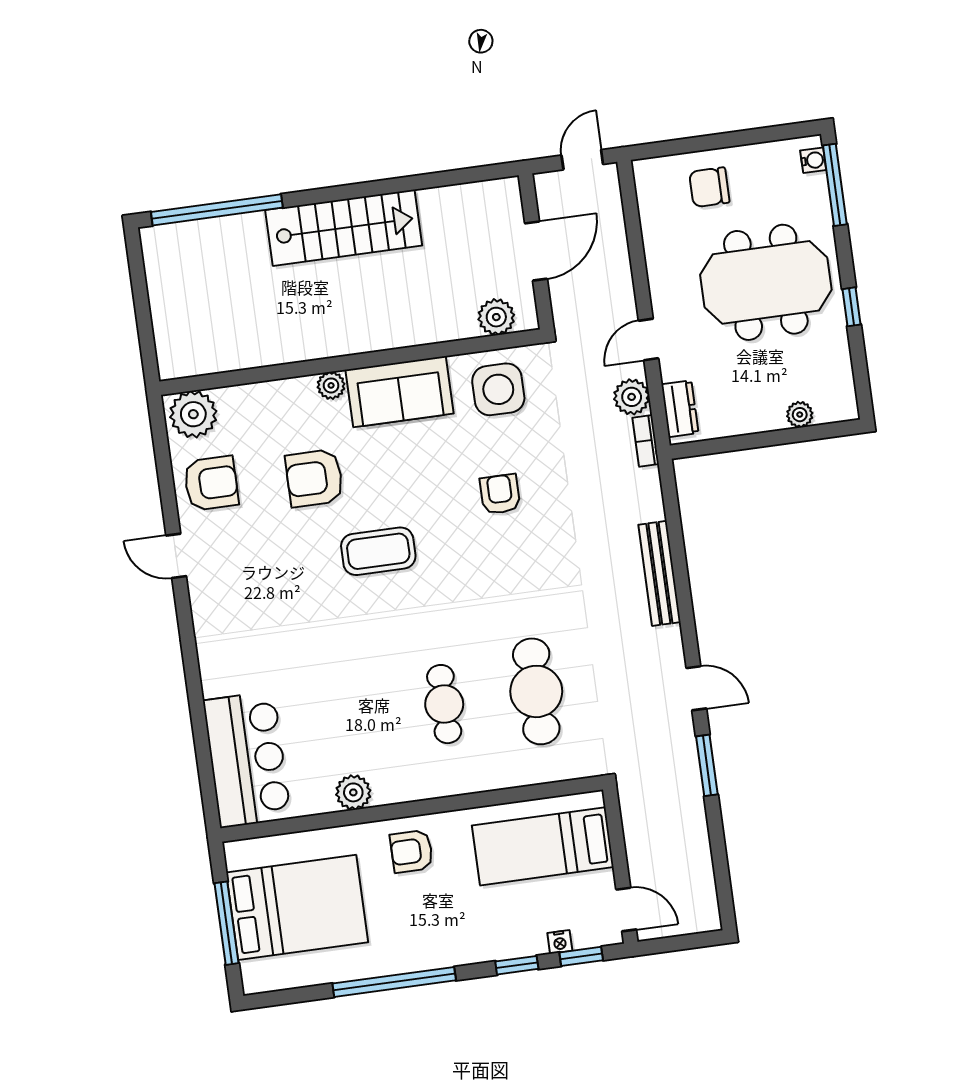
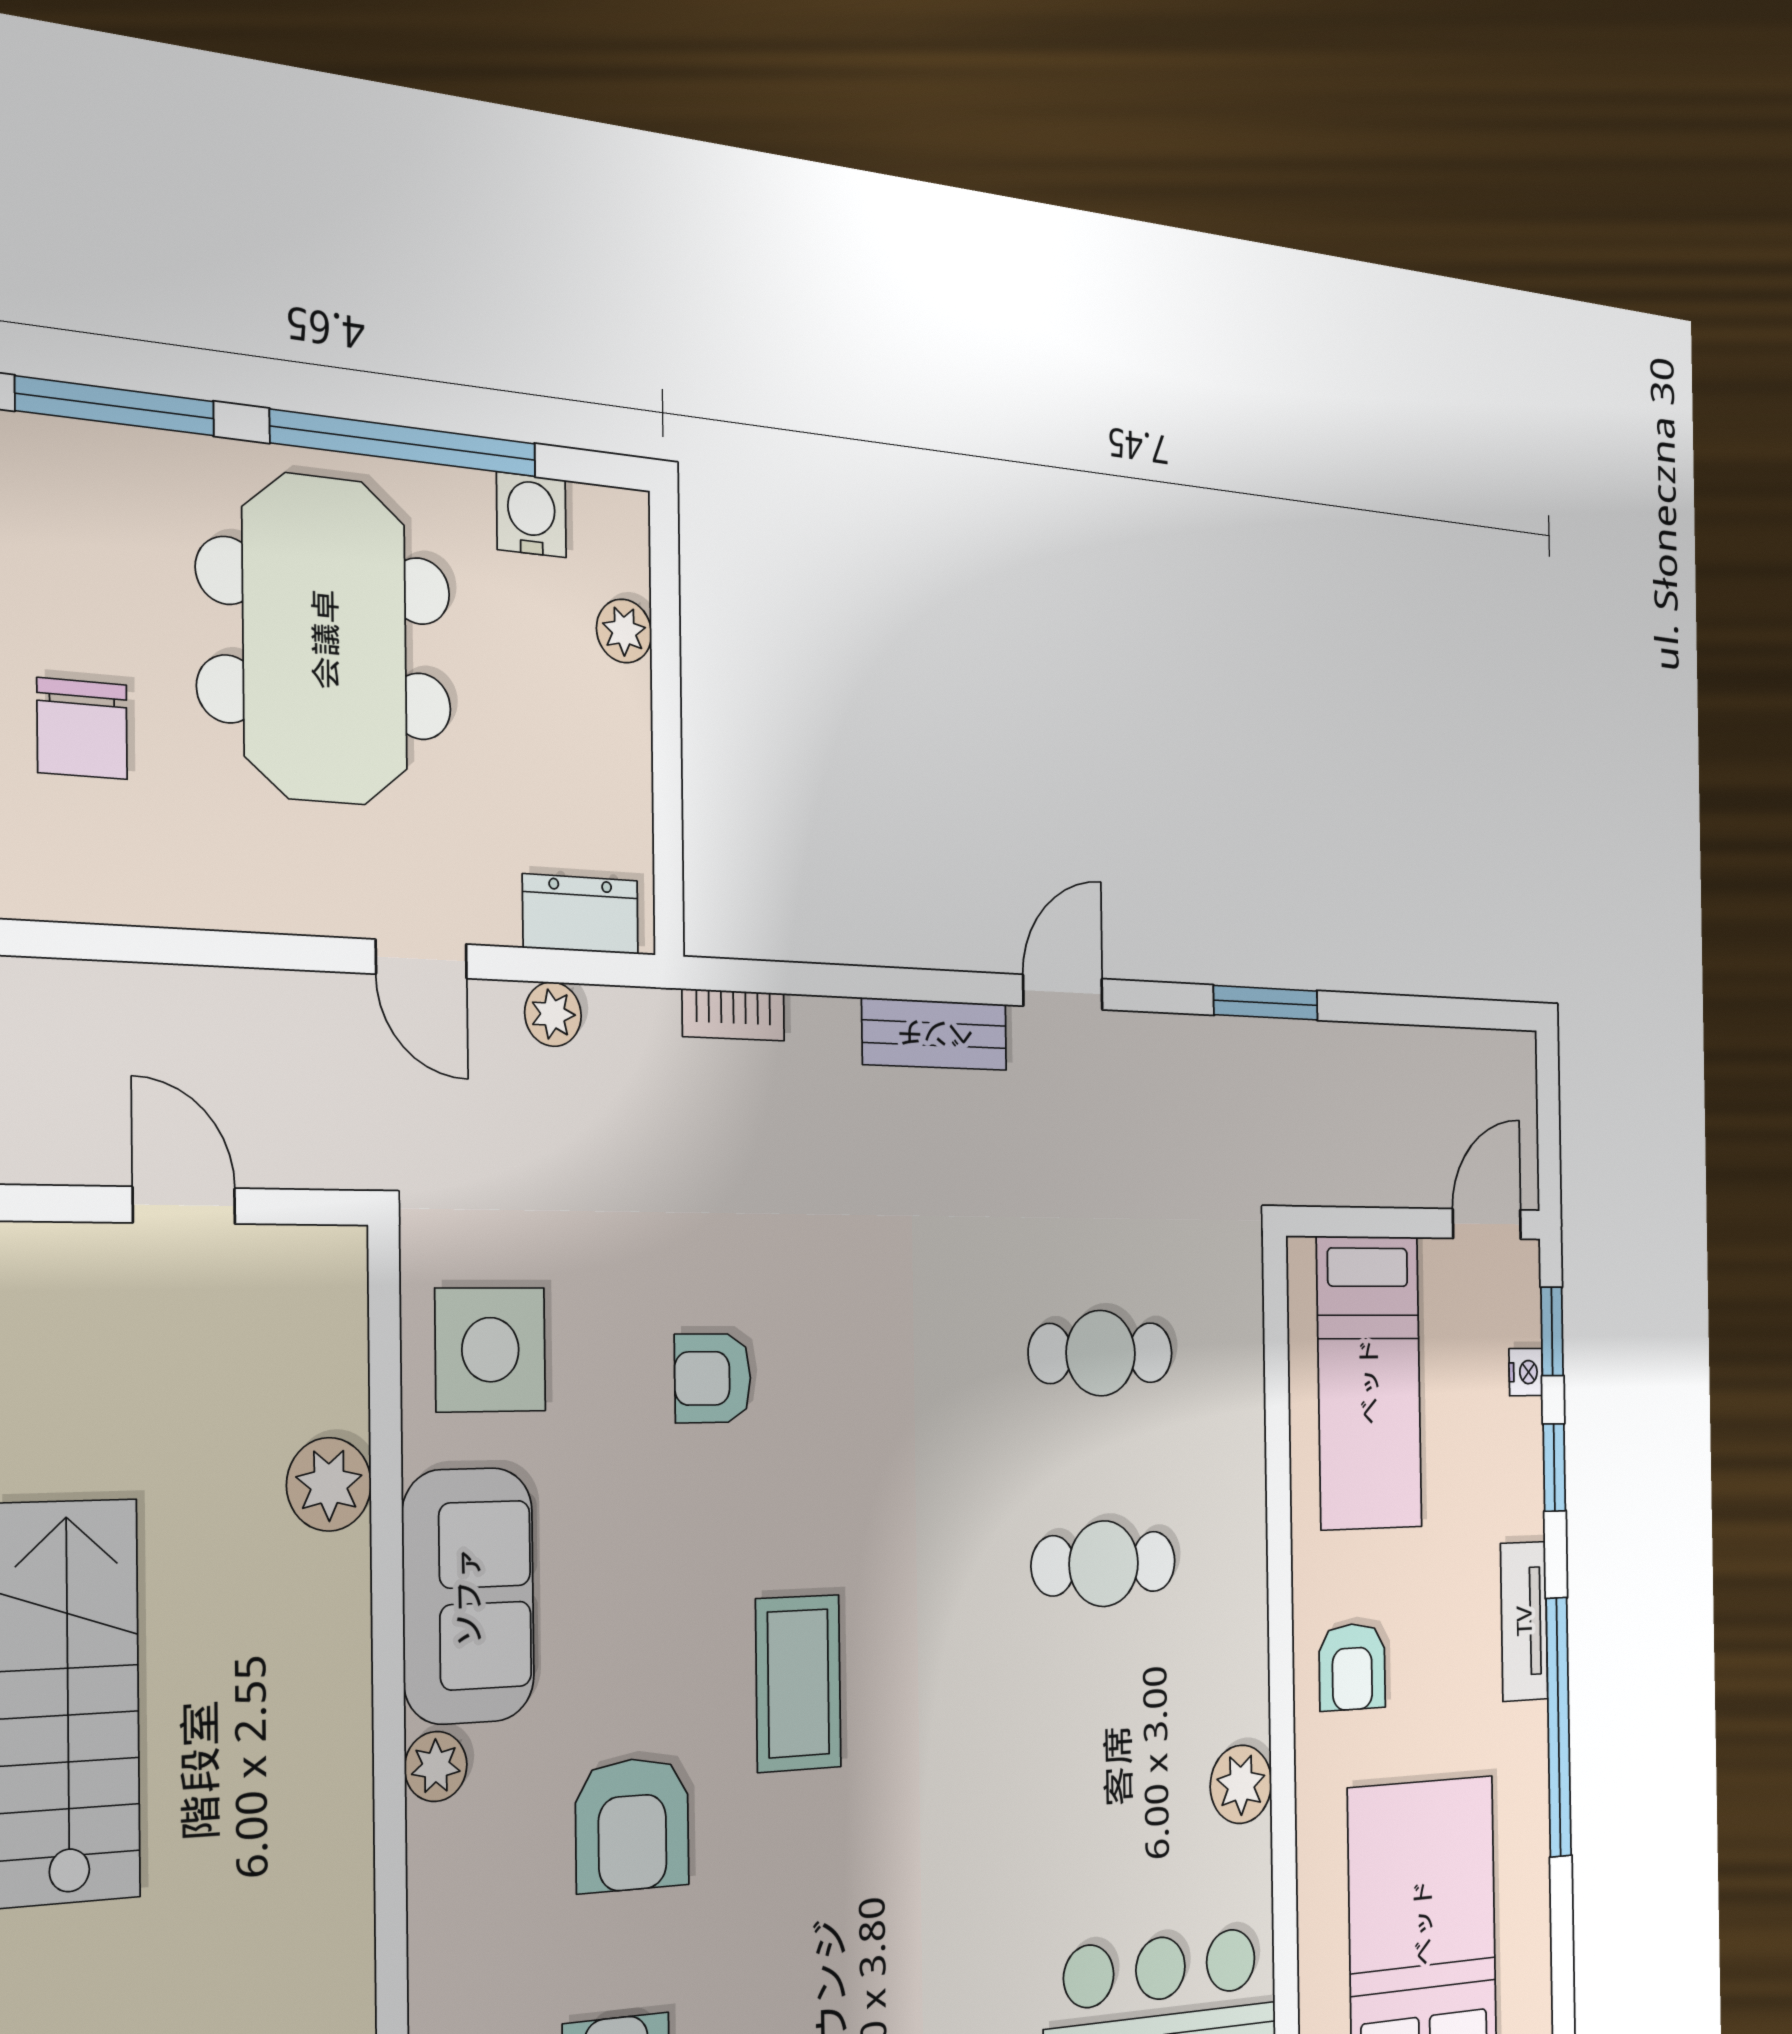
water cooler: (813, 160) -> (531, 515), moved, width x1.38, depth x1.38
door: (536, 251) -> (184, 1205), width x0.73
window: (852, 307) -> (405, 443), width x3.17
plant: (496, 317) -> (329, 1484), moved
plant: (632, 397) -> (553, 1014), width x0.73, depth x0.73
bookcase: (646, 441) -> (733, 1015), moved
bench: (659, 573) -> (935, 1034), width x0.73
door: (696, 688) -> (1063, 992), moved
cafe table: (536, 691) -> (1101, 1353), width x0.73, depth x0.74
tv unit: (442, 954) -> (1524, 1621), added

